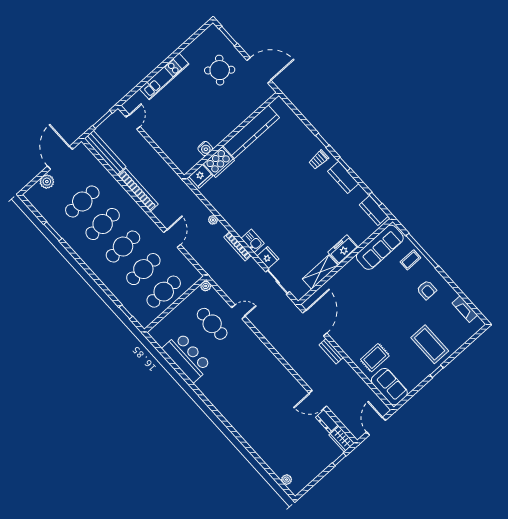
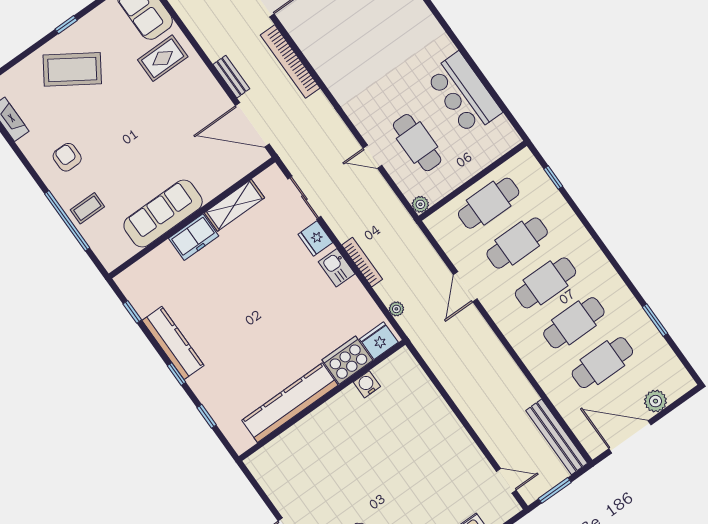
door: (133, 122) -> (506, 481), swing flipped
kitchen counter: (251, 132) -> (290, 403), moved
wall: (232, 135) -> (322, 400), moved
water cooler: (205, 149) -> (367, 384), moved
door: (60, 158) -> (630, 437), swing flipped
trolley: (319, 160) -> (216, 386), removed
cooker: (219, 162) -> (347, 360), moved
fridge: (201, 176) -> (379, 341), moved
kitchen counter: (343, 177) -> (173, 343), width x1.50
bookcase: (138, 190) -> (290, 61), moved
kitchen counter: (374, 211) -> (137, 294), removed
sofa: (380, 247) -> (163, 214), moved
door: (315, 323) -> (252, 125), hinge flipped
coffee table: (430, 344) -> (72, 69), turned -57

